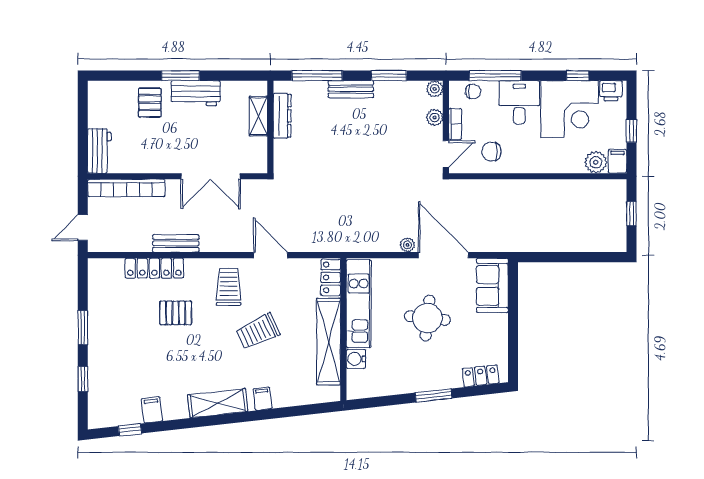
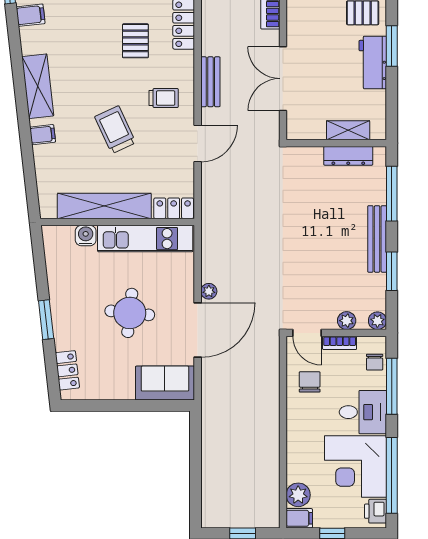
window: (578, 76) -> (392, 475), width x3.17
bench: (351, 89) -> (377, 239), width x1.36
bench: (176, 243) -> (210, 82), moved
trolley: (229, 287) -> (164, 98), width x0.73, depth x0.72

